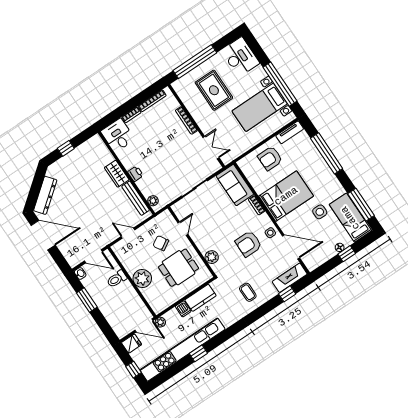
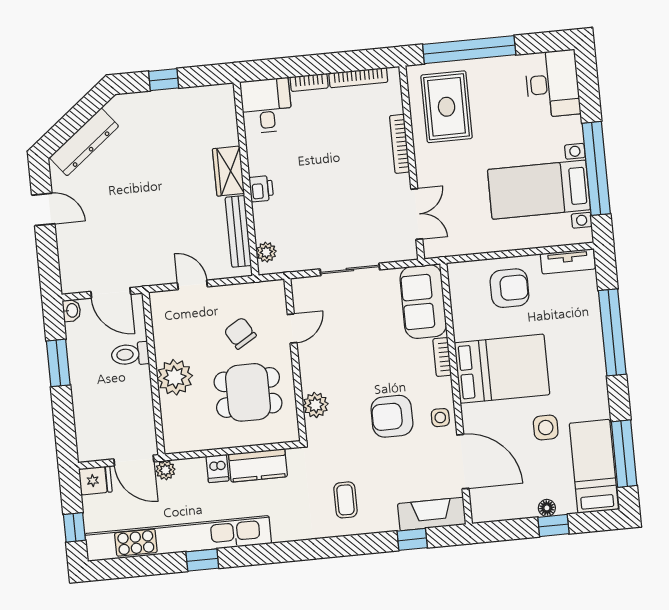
rug: (214, 90) -> (447, 107), moved
armchair: (270, 158) -> (509, 288), turned 180
door: (43, 235) -> (43, 209), width x0.53

